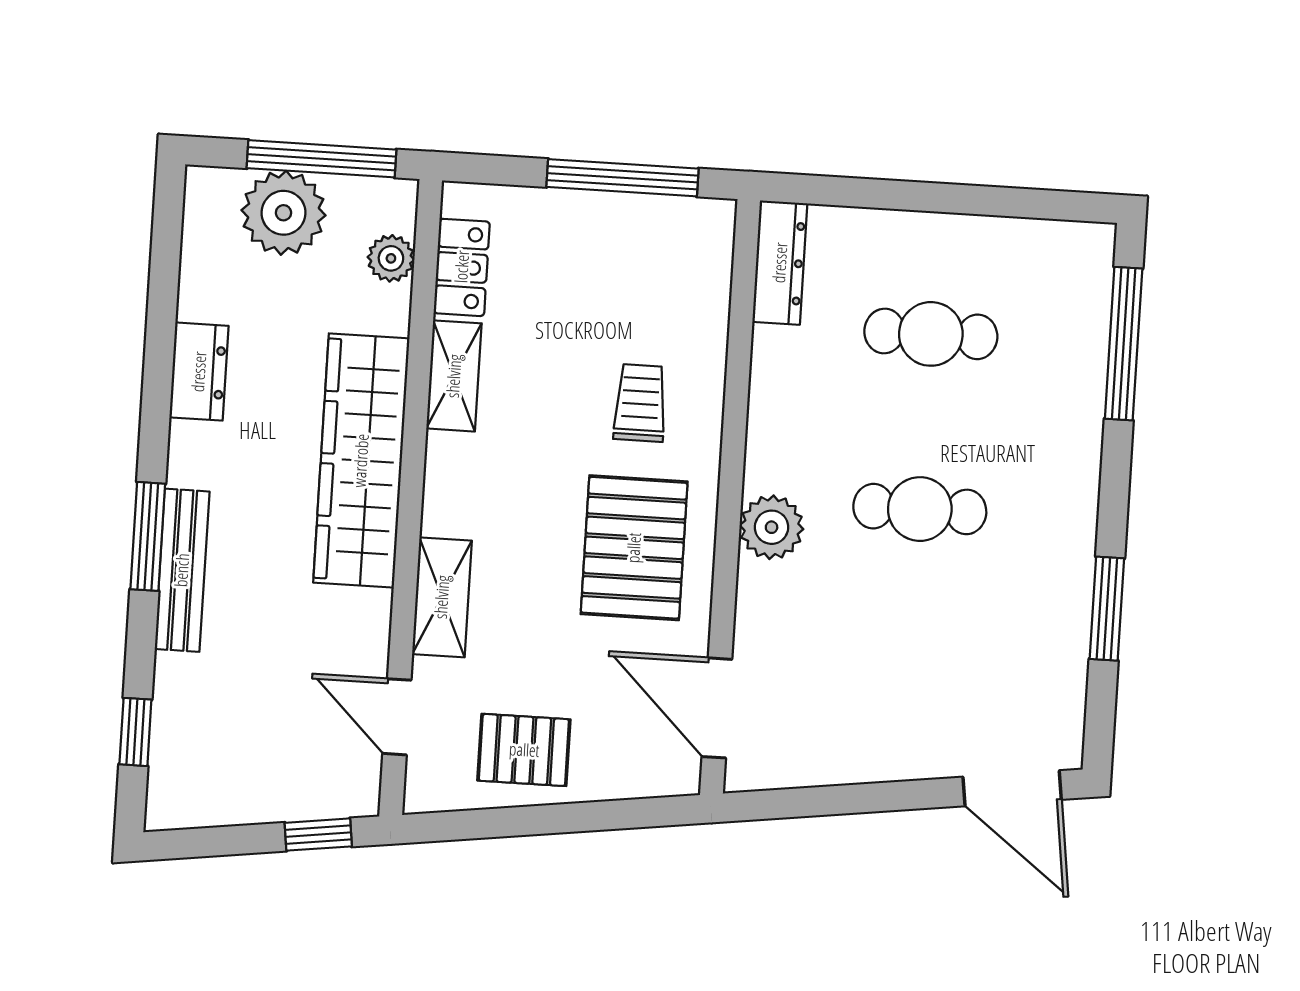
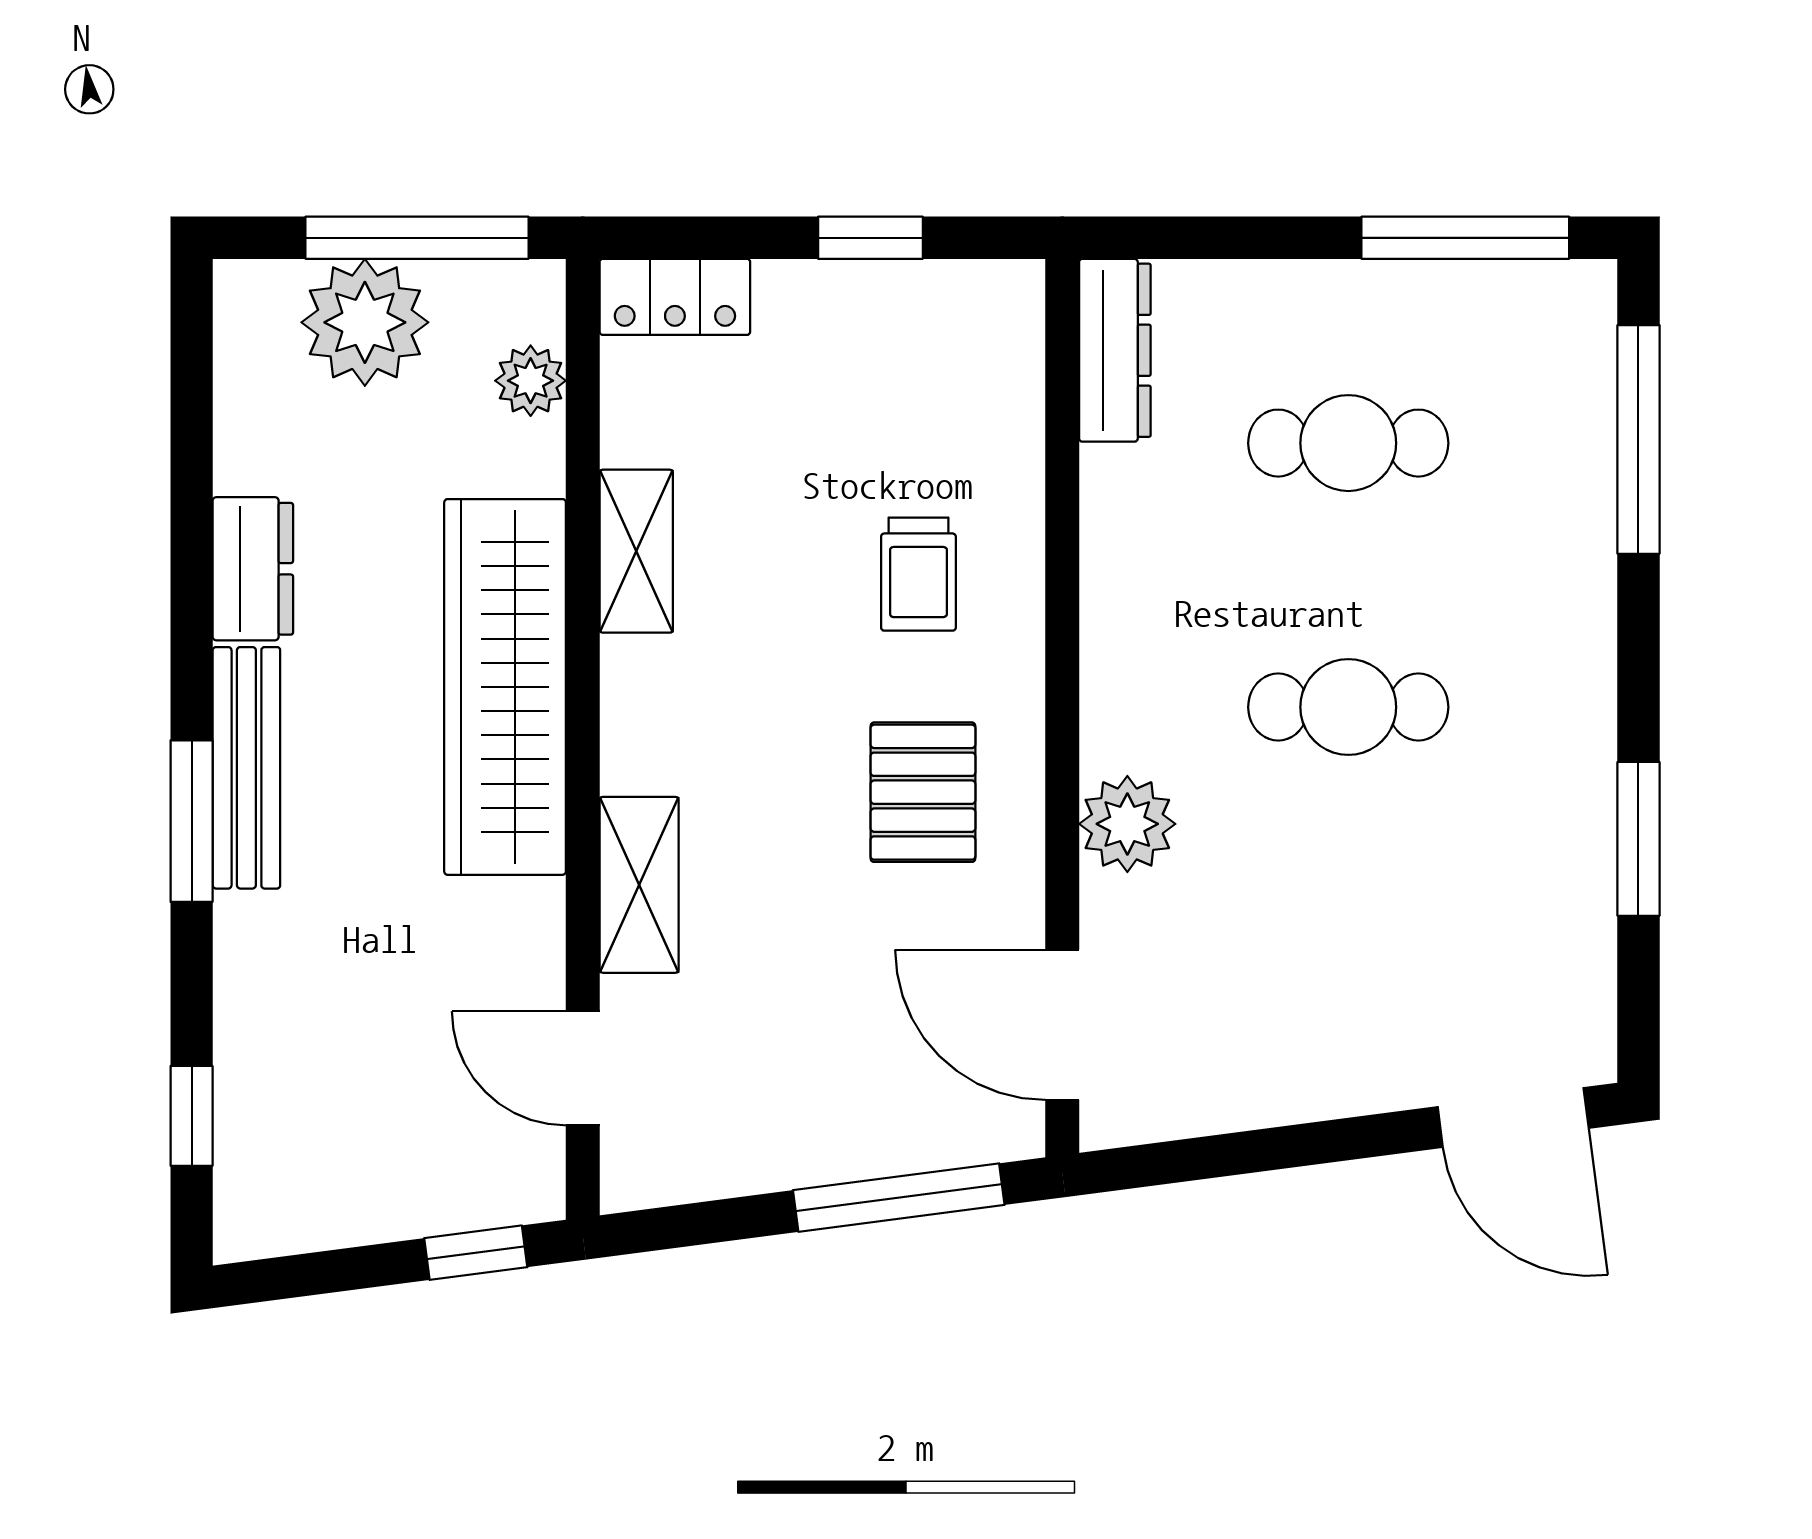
window: (622, 178) -> (870, 238), width x0.46
window: (1017, 203) -> (1465, 238), added
locker: (462, 267) -> (675, 297), moved, turned 90
trolley: (640, 403) -> (918, 574), turned 180
plant: (772, 527) -> (1127, 824), moved
pallet: (634, 548) -> (923, 792), width x0.67, depth x0.71
bench: (182, 570) -> (246, 768), moved
pallet: (524, 750) -> (777, 1106), removed
window: (601, 816) -> (899, 1198), added

